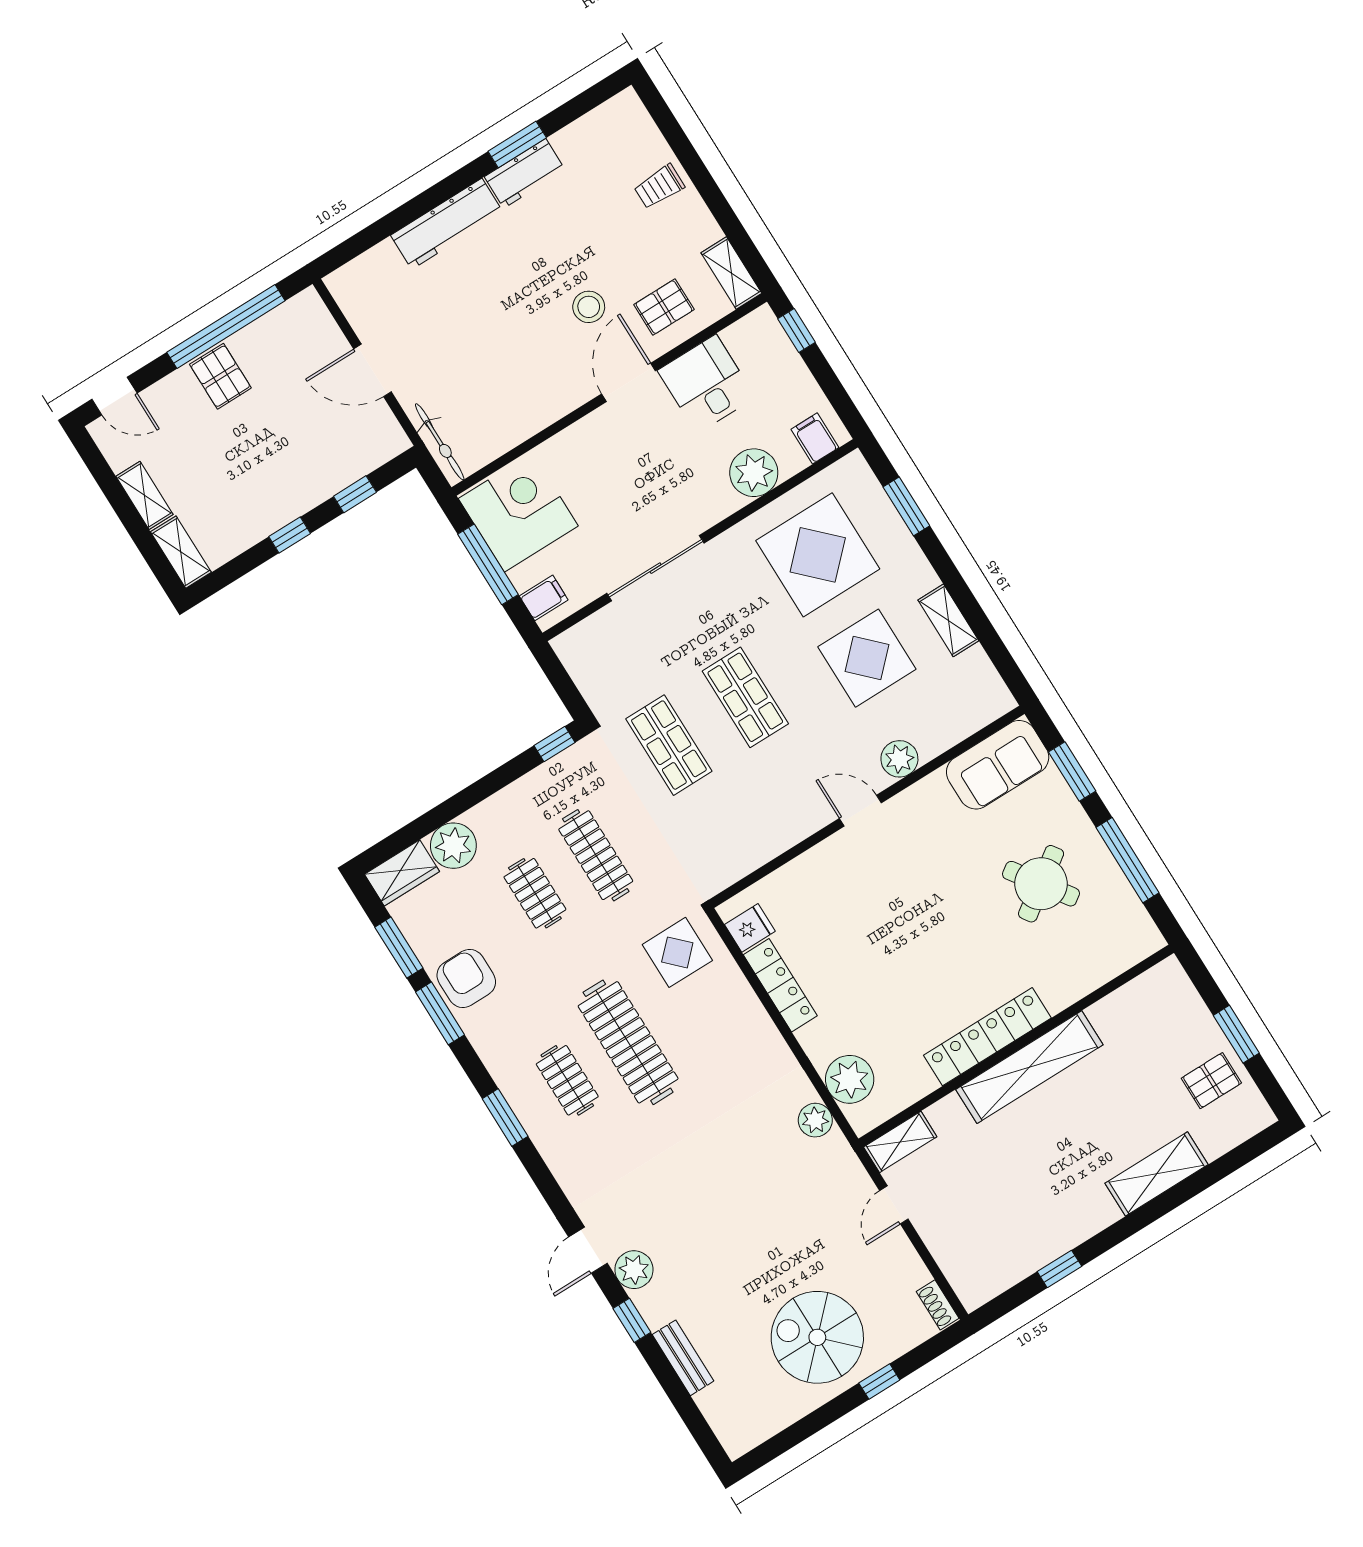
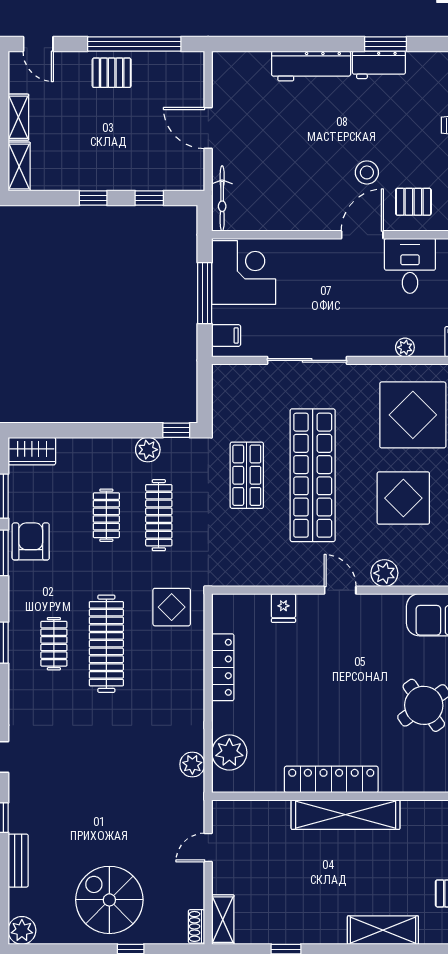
pallet: (220, 376) -> (112, 73), turned 90
plant: (754, 473) -> (405, 347), width x0.53, depth x0.53
shop shelf: (745, 697) -> (313, 475), width x2.00, depth x1.36
plant: (453, 846) -> (148, 450), moved, width x0.73, depth x0.73
fridge: (750, 928) -> (283, 608), moved, turned 90
shelving: (900, 1142) -> (223, 920), moved, turned 90
plant: (634, 1270) -> (22, 930), moved

